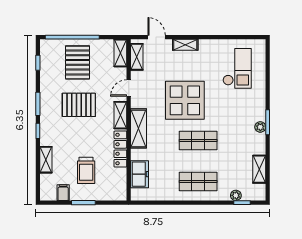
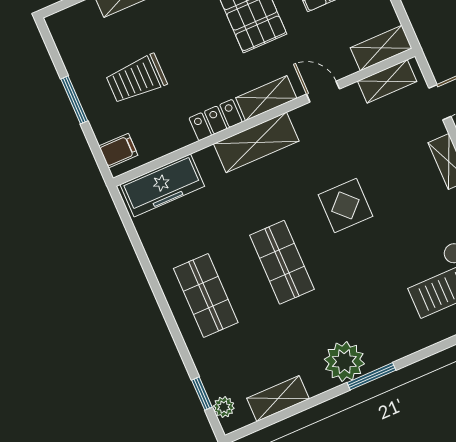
display table: (185, 100) -> (345, 205), width x0.54, depth x0.54
plant: (260, 127) -> (344, 362), width x1.87, depth x1.87
locker: (120, 149) -> (216, 120), width x0.66
freezer: (140, 174) -> (162, 185), width x1.40
filing cabinet: (63, 193) -> (118, 151), moved
plant: (236, 195) -> (224, 407), moved

